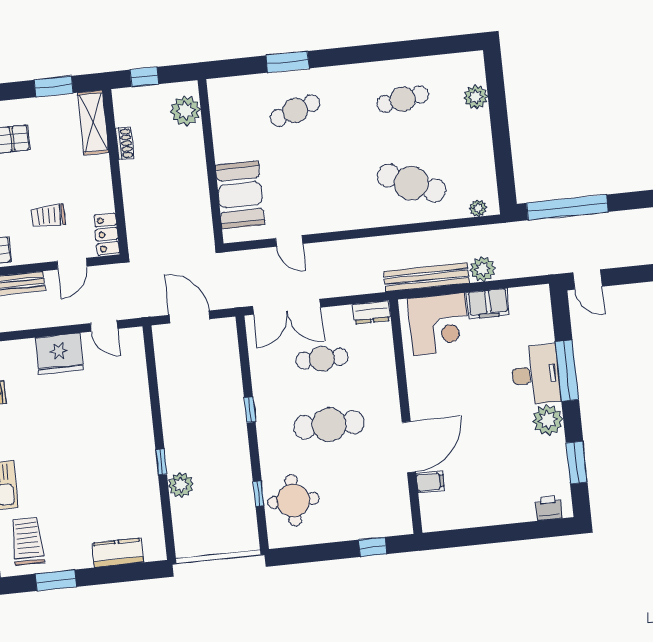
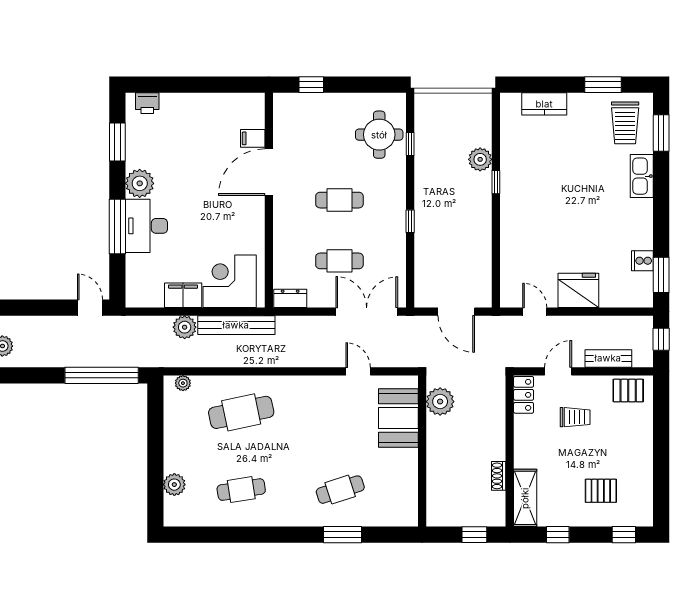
window: (54, 86) -> (558, 535), width x0.67
plant: (185, 111) -> (440, 402), moved
cafe table: (411, 183) -> (241, 412), turned -36
cafe table: (329, 425) -> (339, 200), width x0.73, depth x0.74

